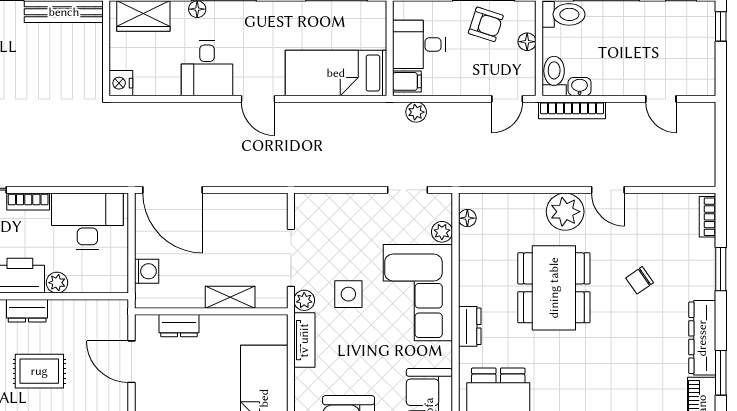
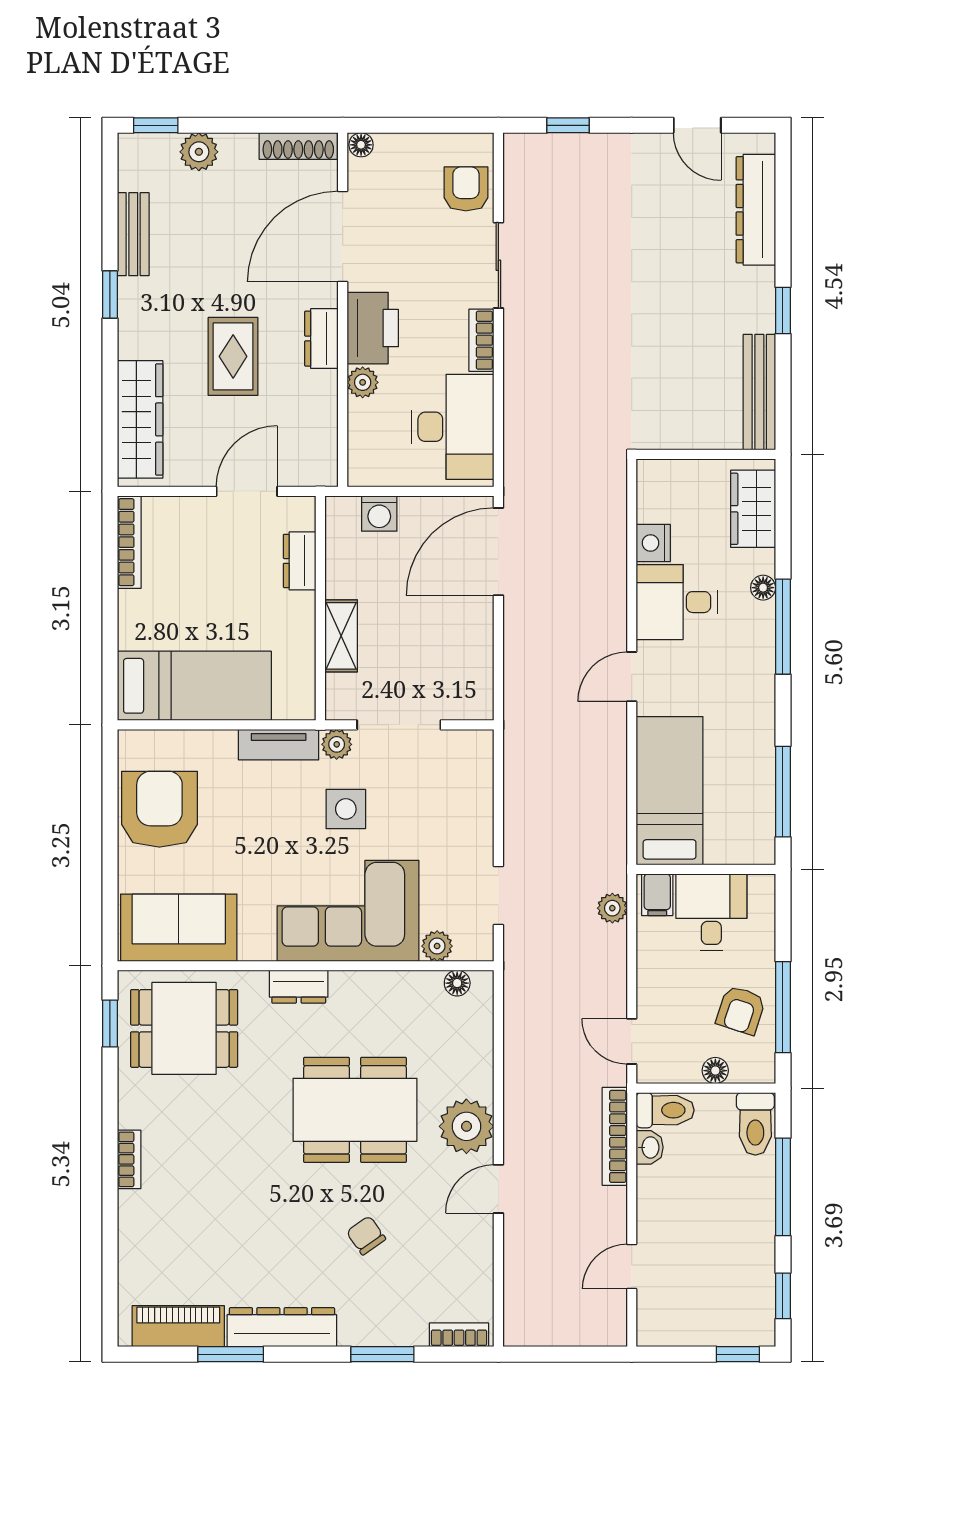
nightstand: (121, 83) -> (653, 543), moved, turned -90

